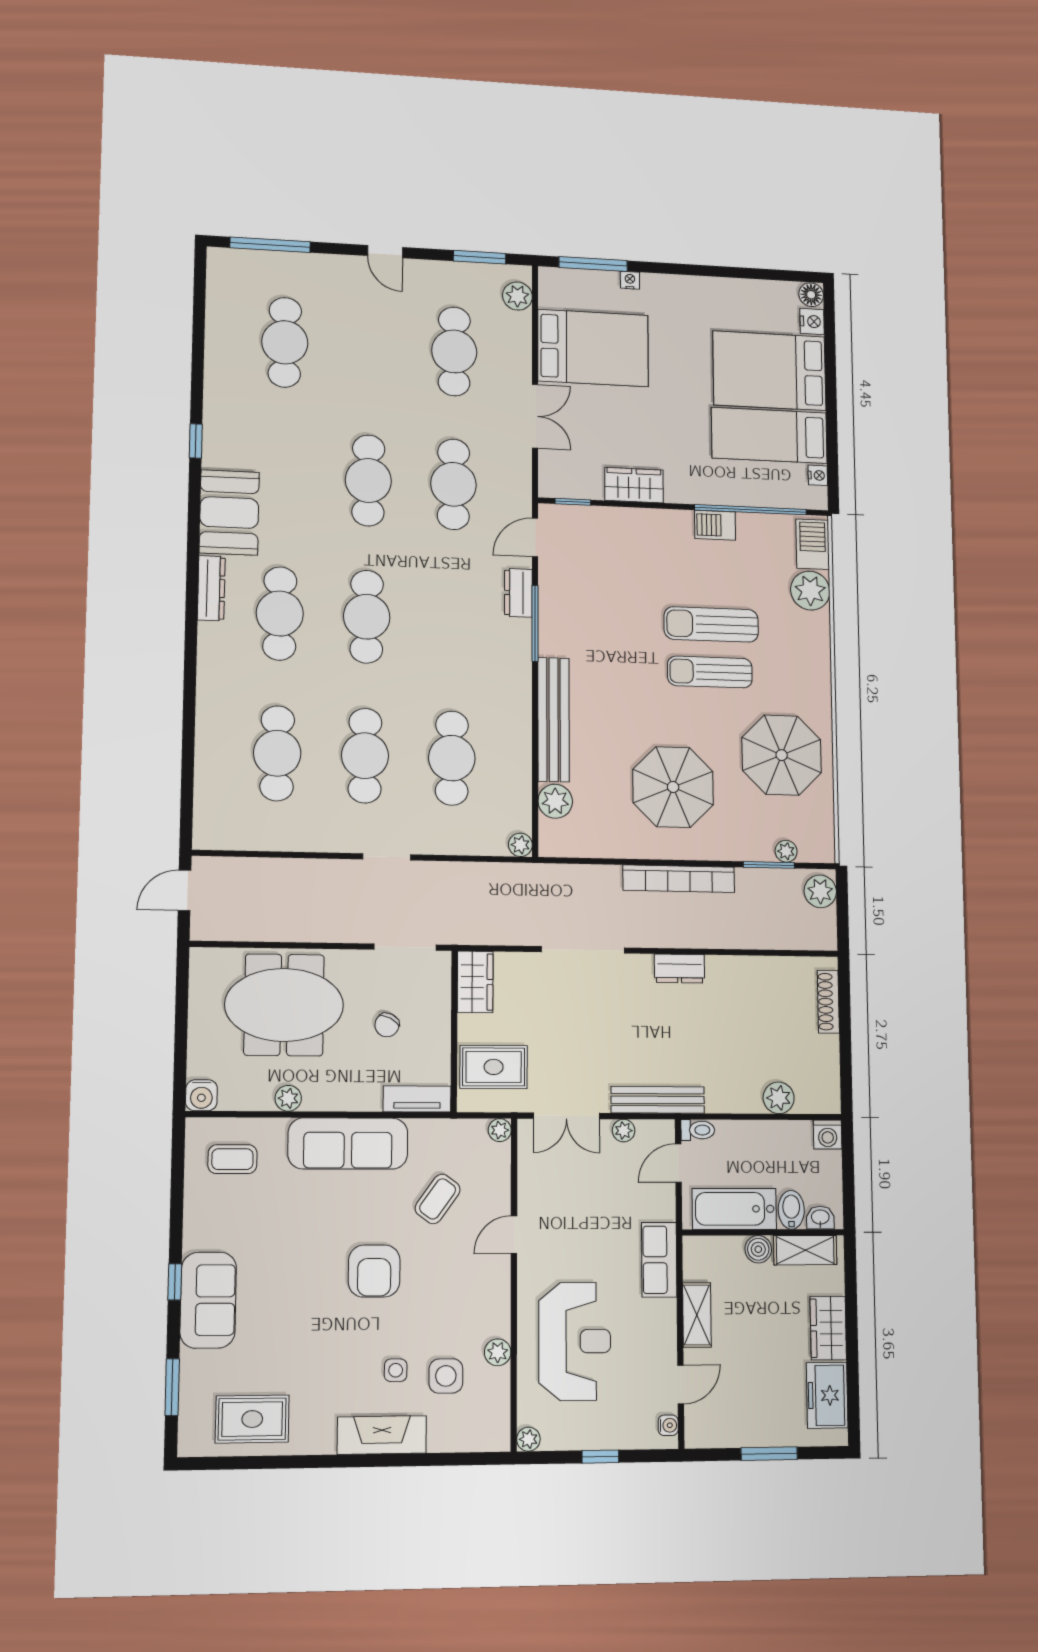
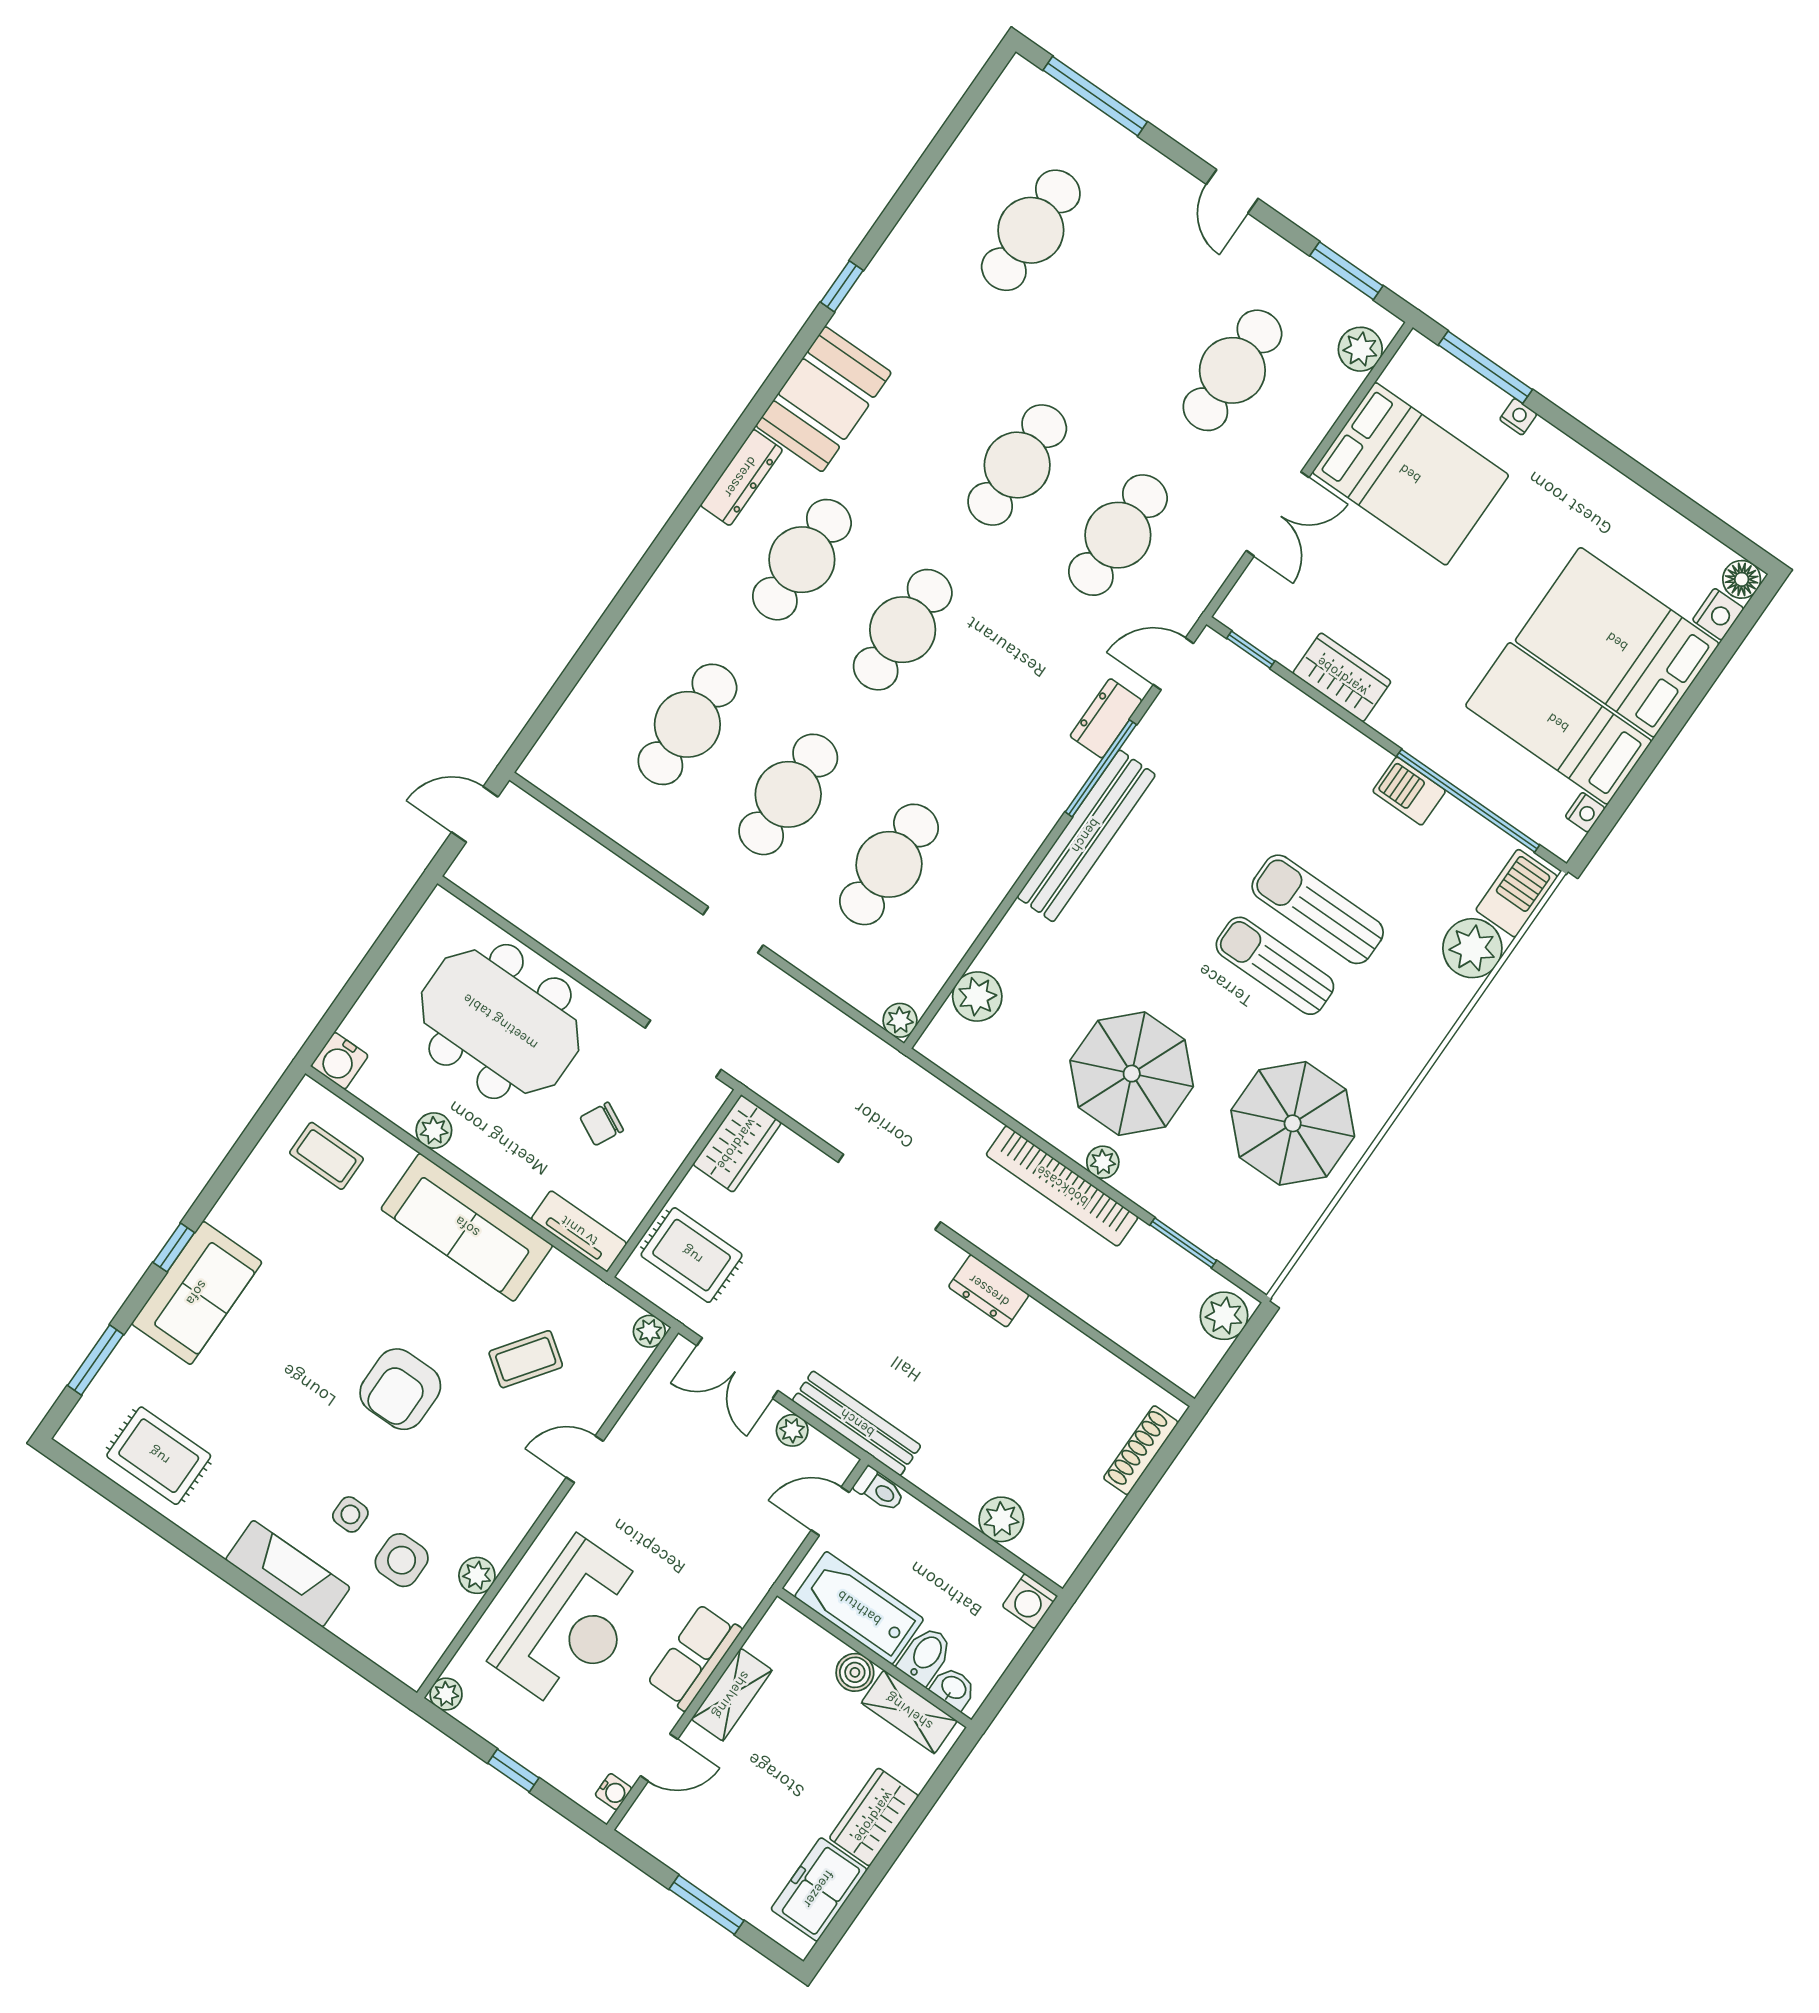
bench: (554, 719) -> (1086, 836), moved
plant: (786, 851) -> (1103, 1162), moved
row of seats: (659, 1260) -> (694, 1657), moved

